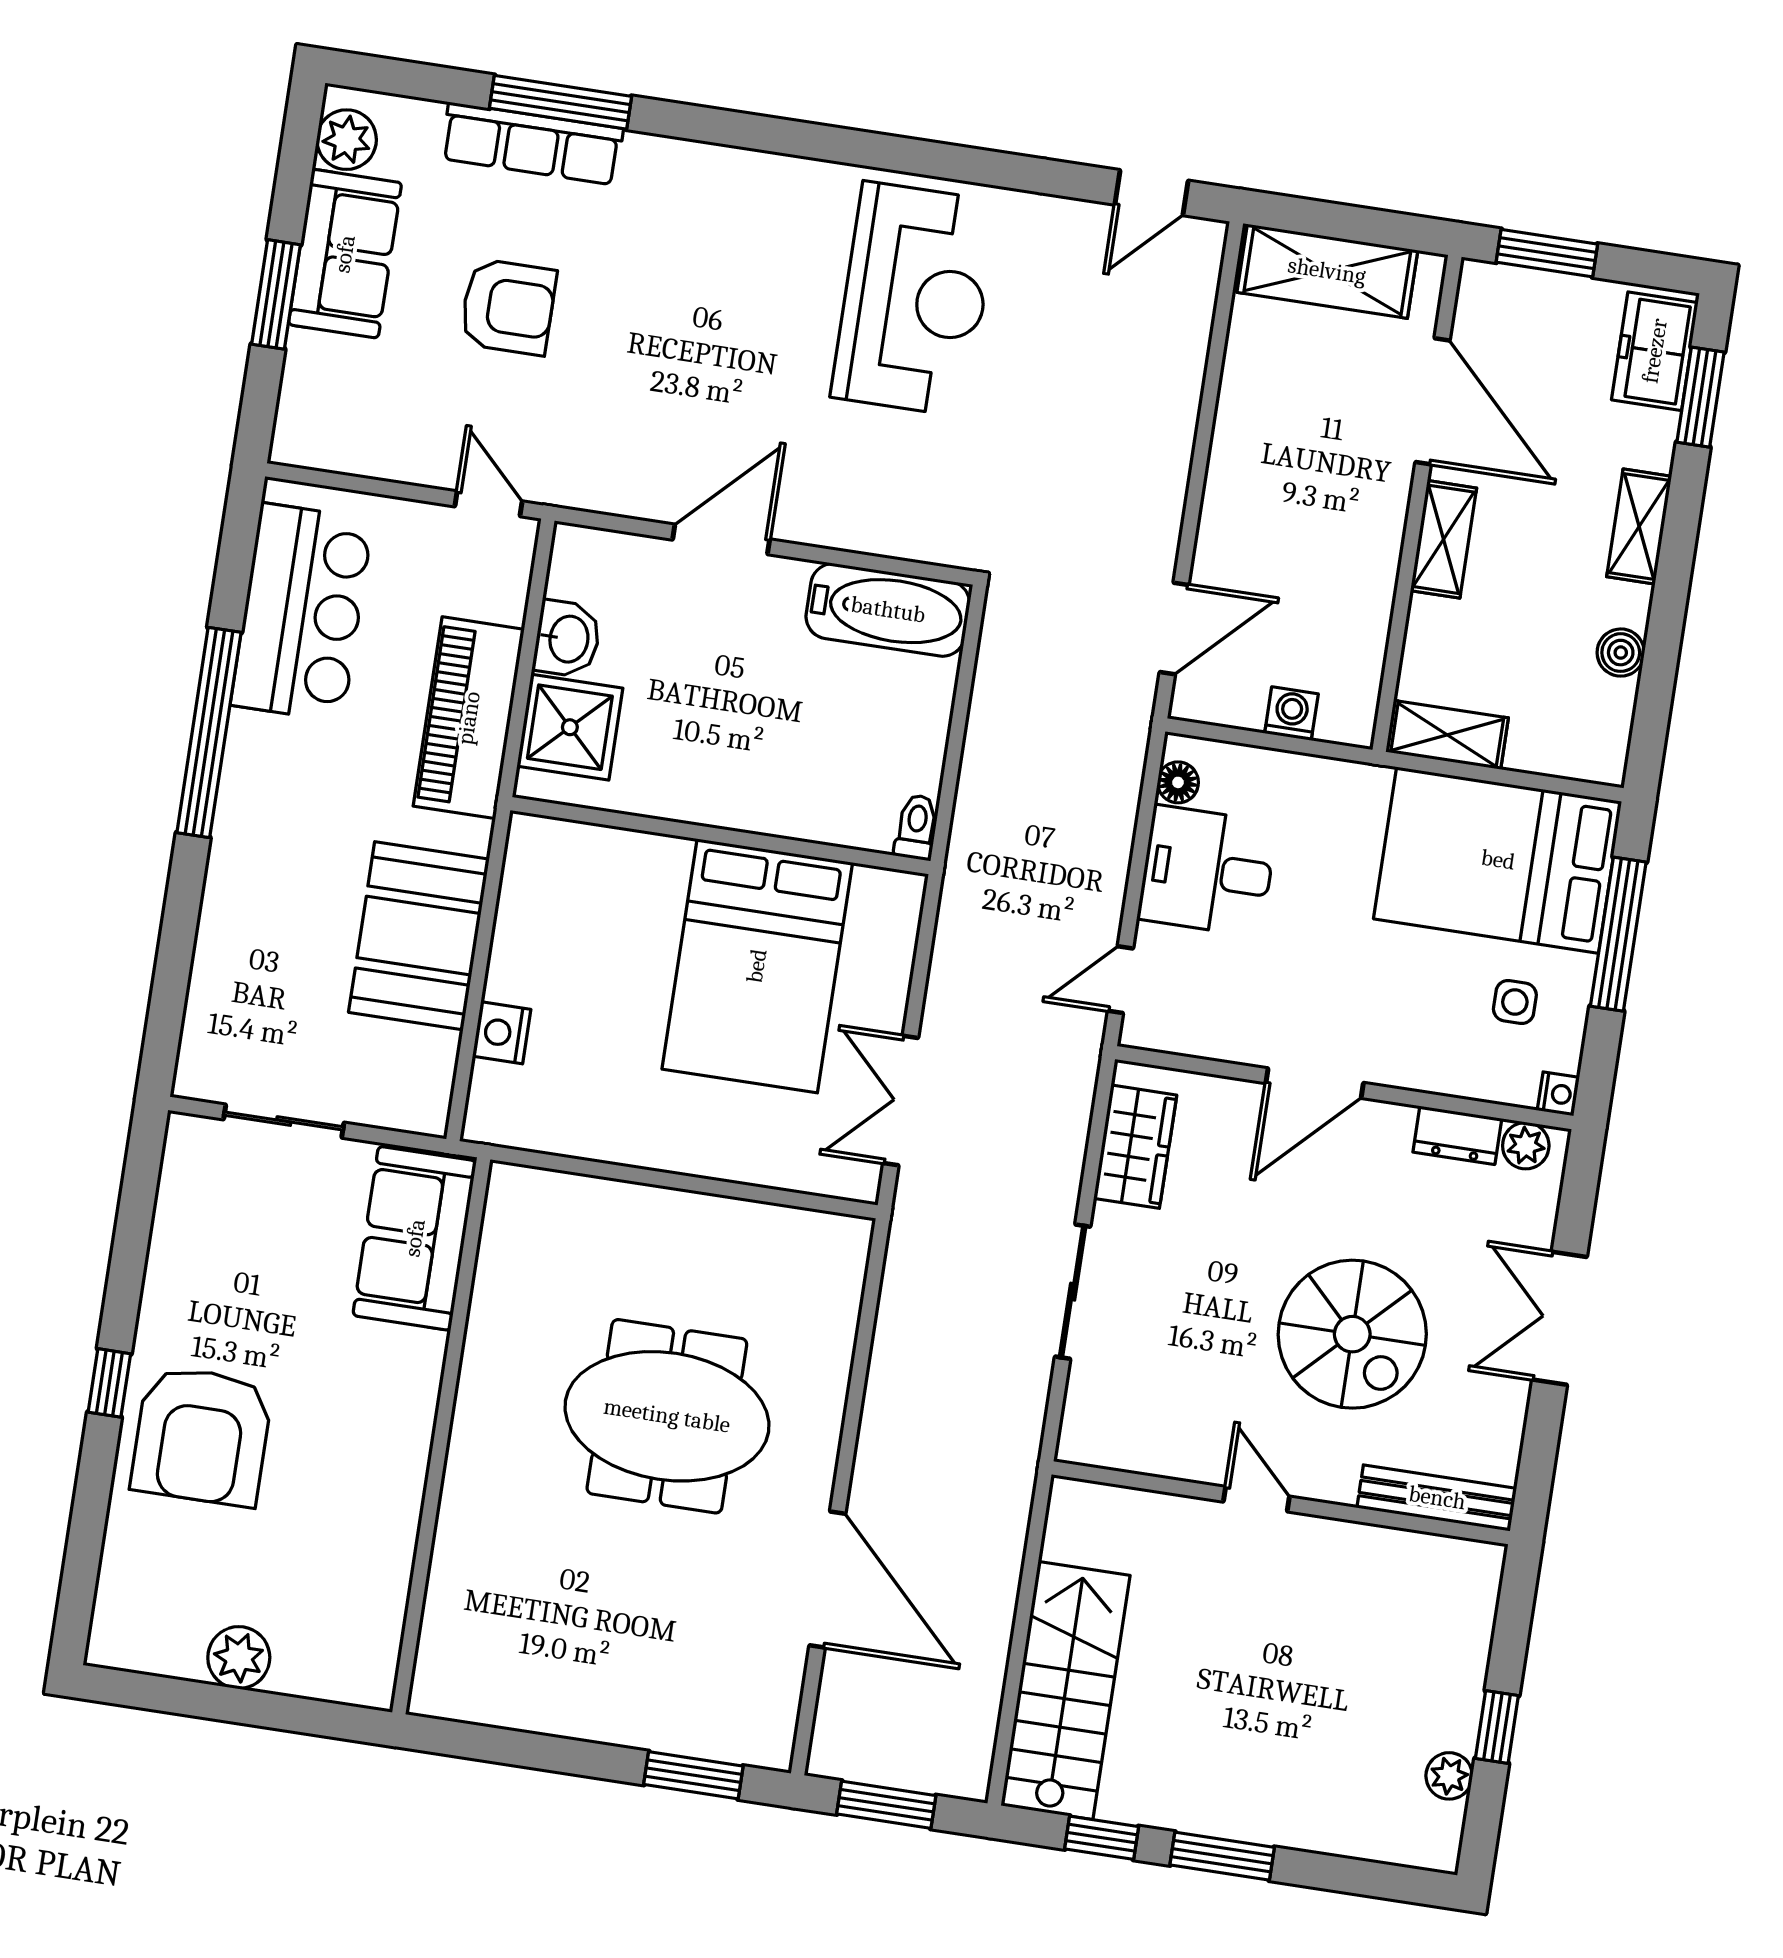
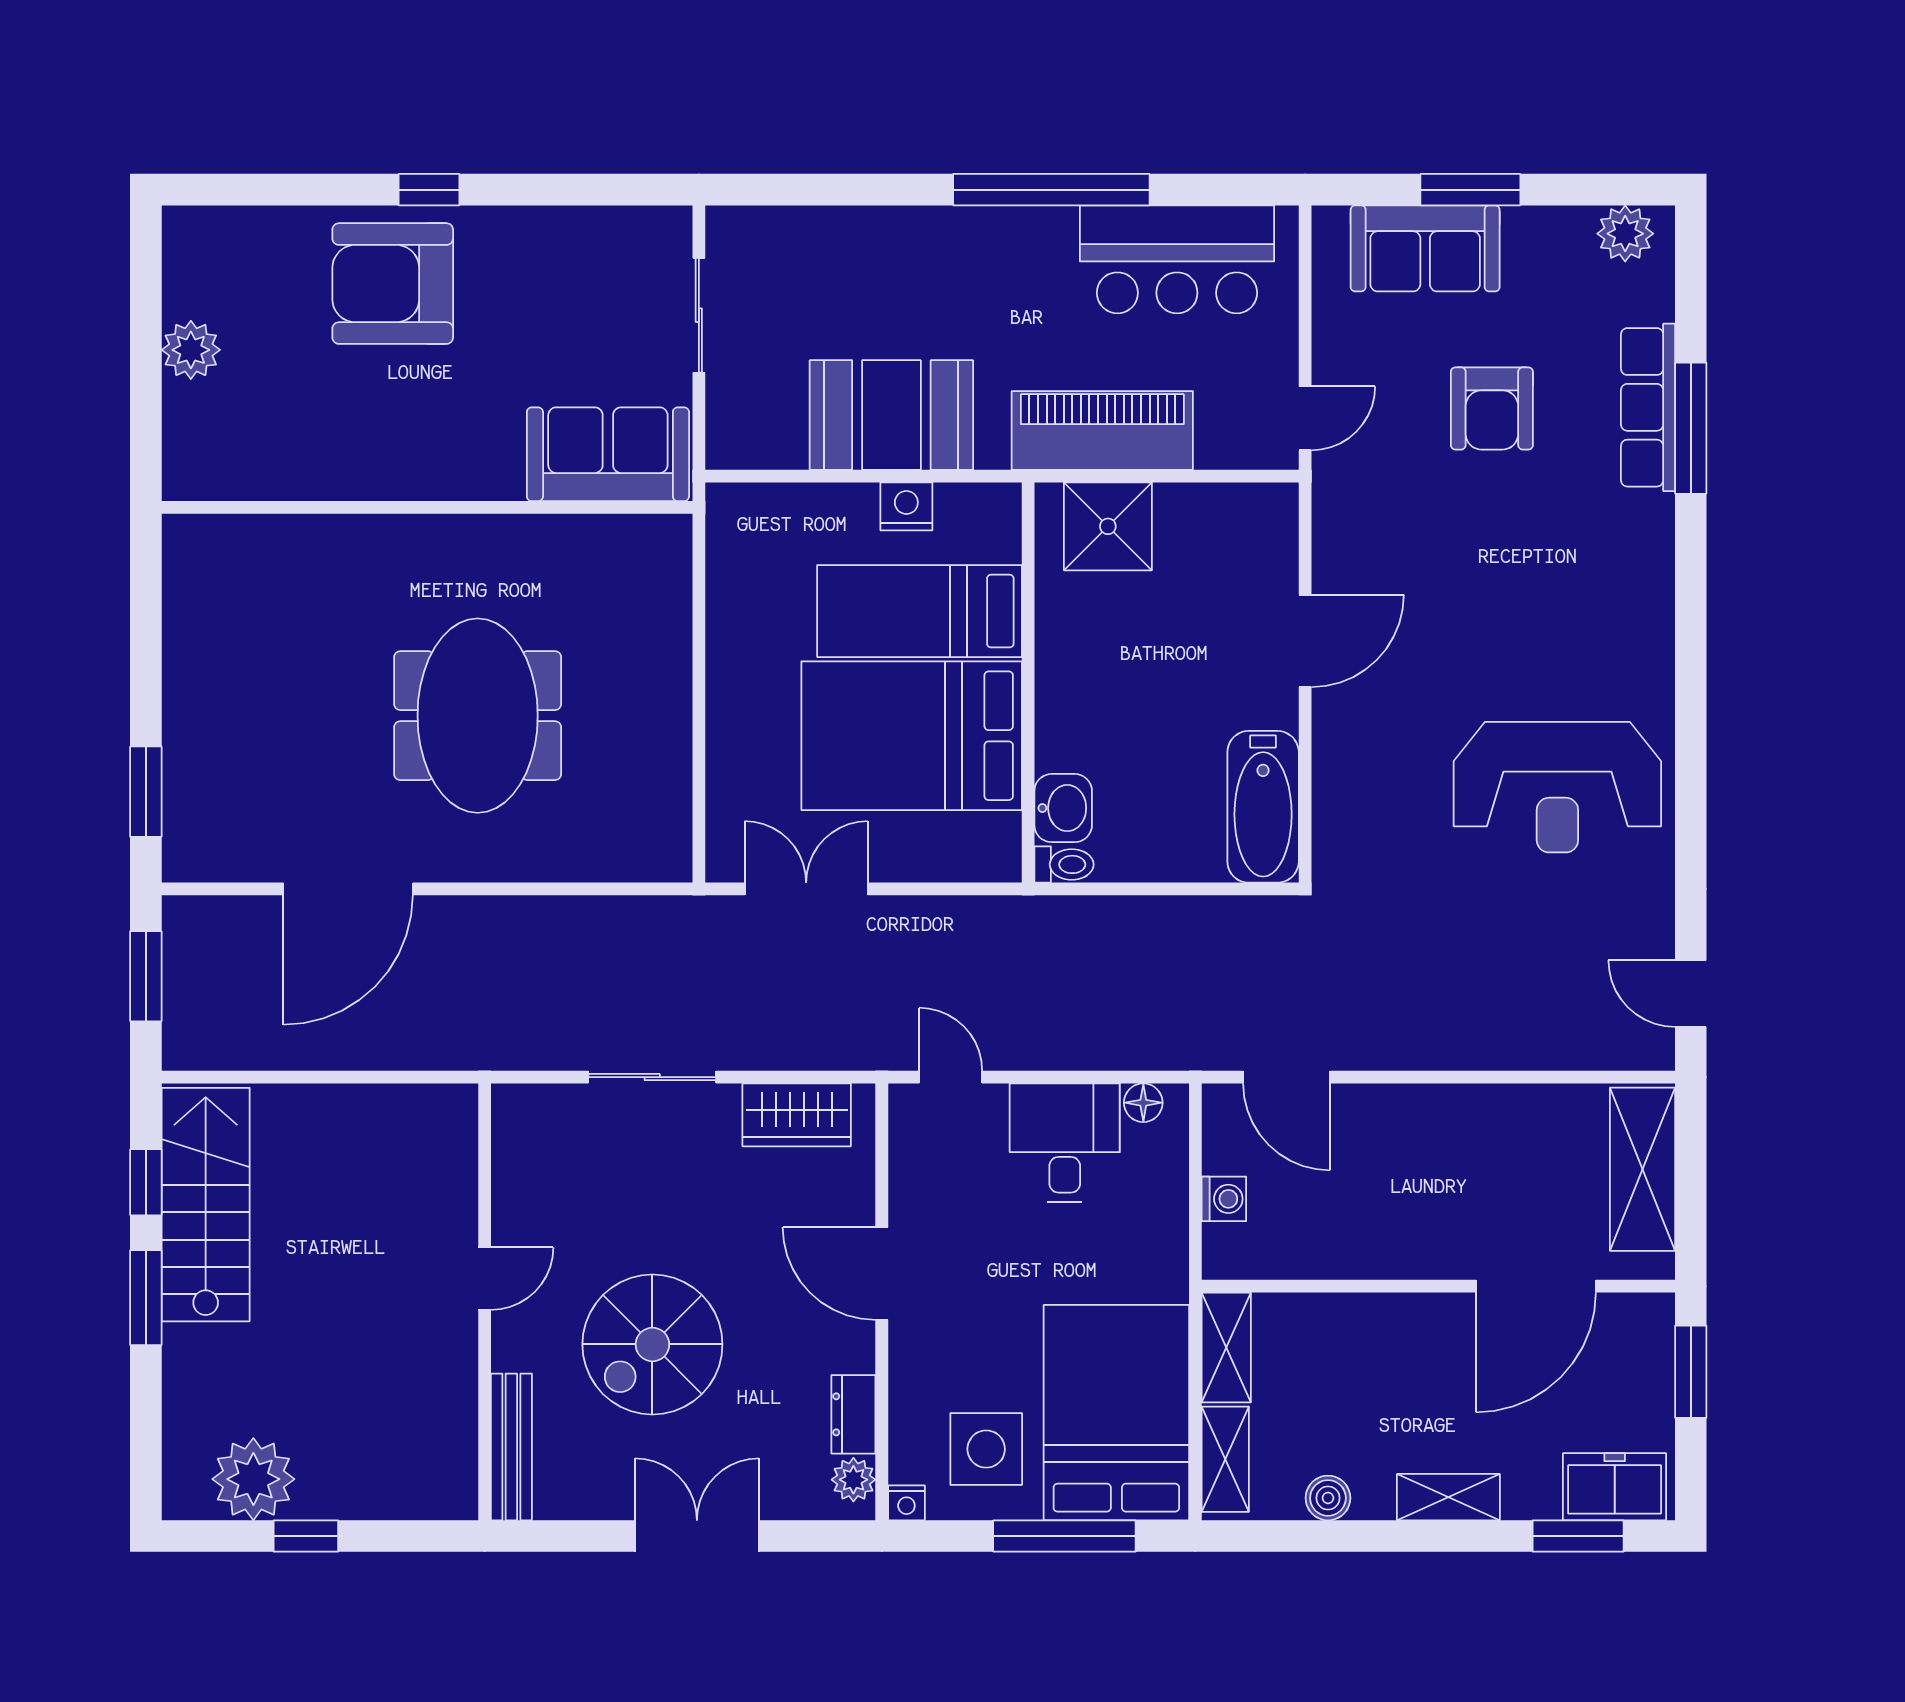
sofa: (345, 254) -> (1425, 248), moved
door: (721, 539) -> (1305, 641), hinge flipped
shelving: (1443, 539) -> (1225, 1459), moved, turned 90
washbasin: (567, 639) -> (1063, 808), moved, turned -90
bed: (628, 938) -> (919, 611), added
side table: (1515, 1002) -> (986, 1449), width x1.87, depth x1.87
nightstand: (502, 1033) -> (906, 506), moved
stairs: (1065, 1690) -> (206, 1205), moved, turned -90
plant: (1449, 1776) -> (253, 1479), width x1.88, depth x1.88

